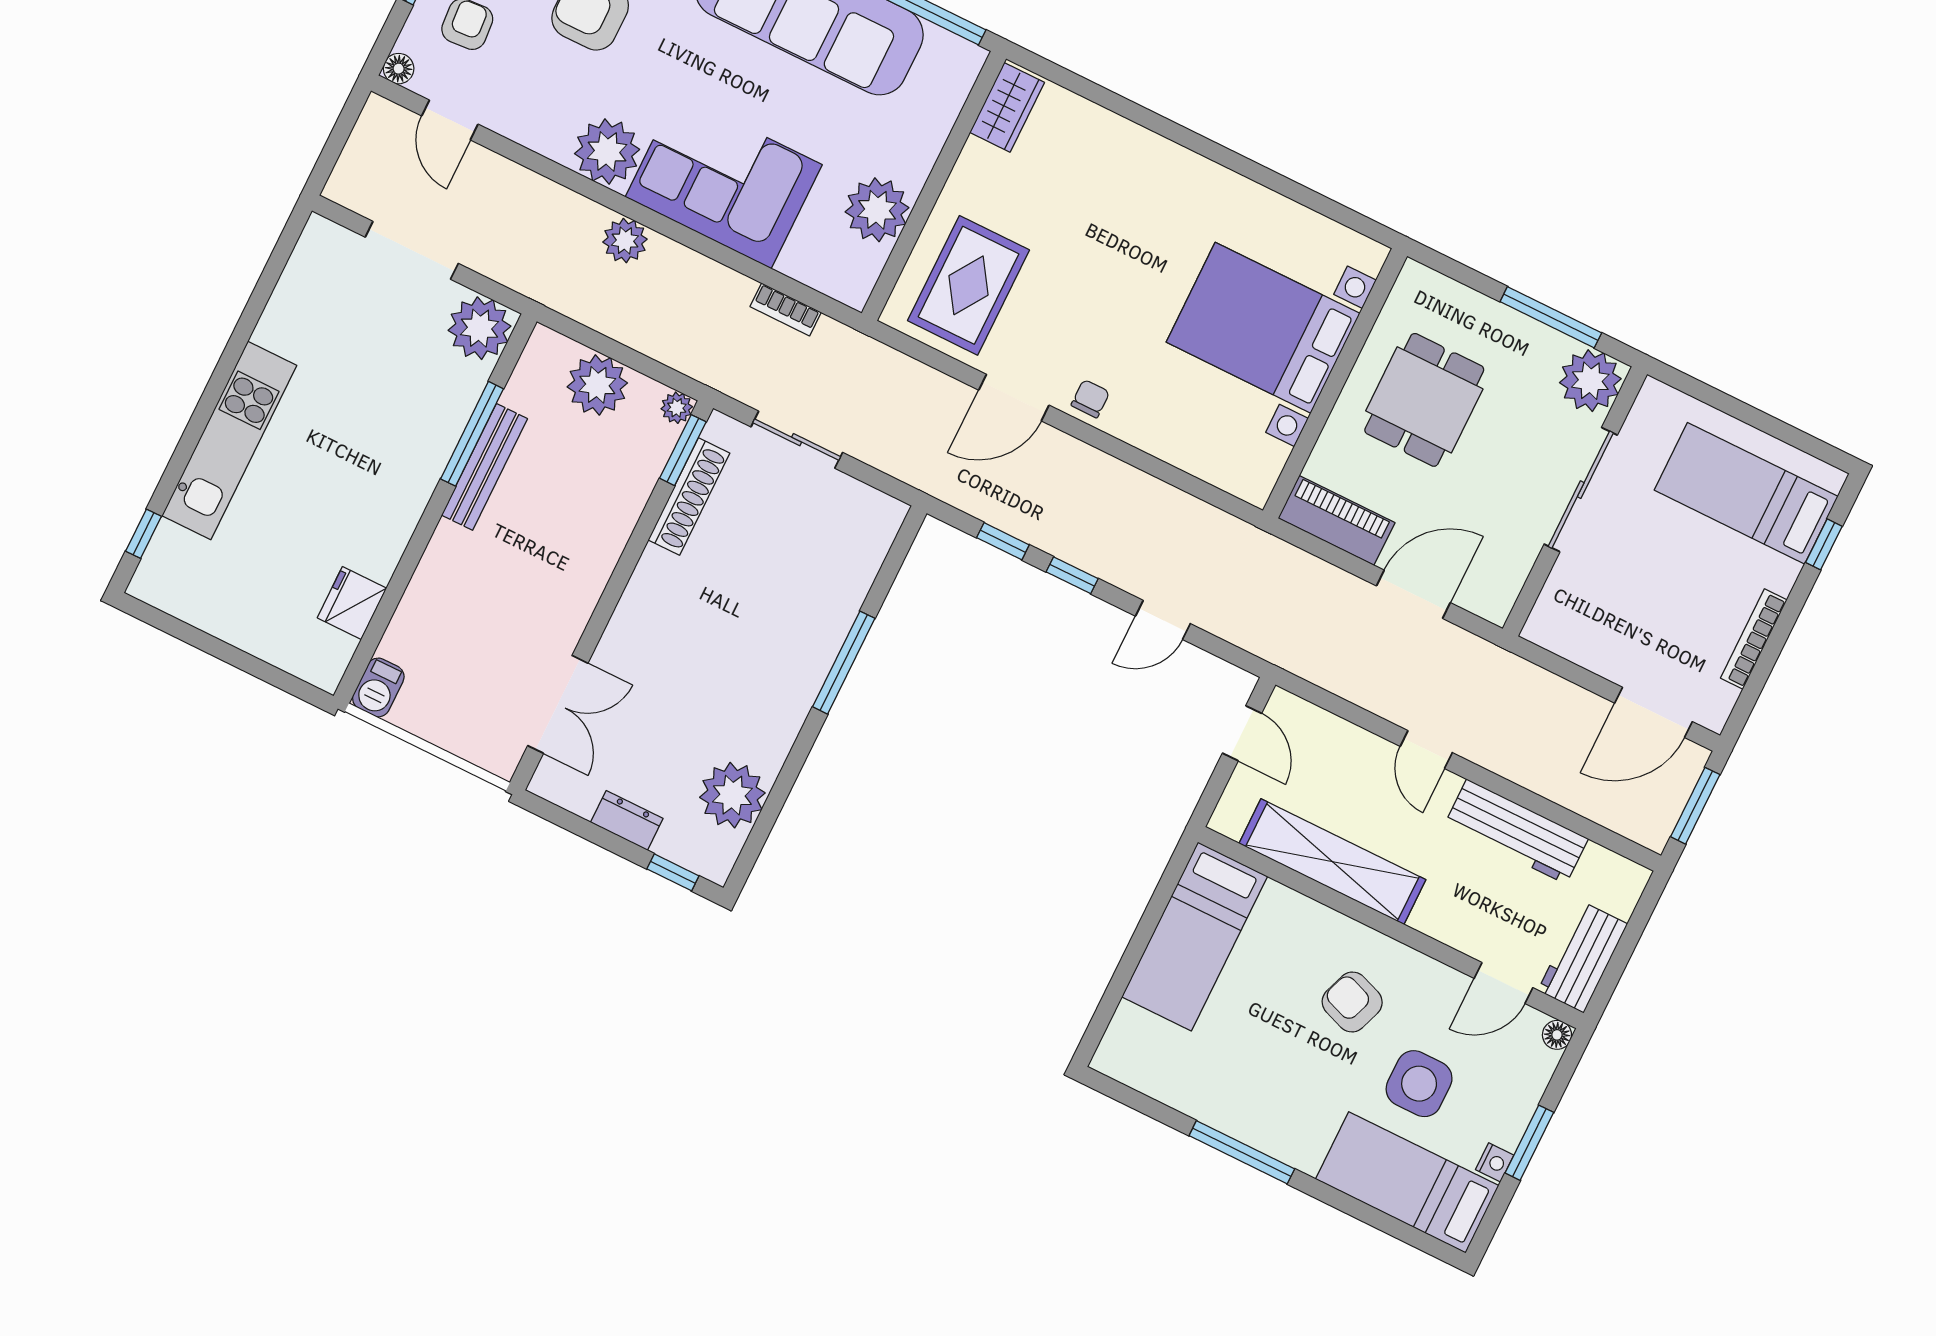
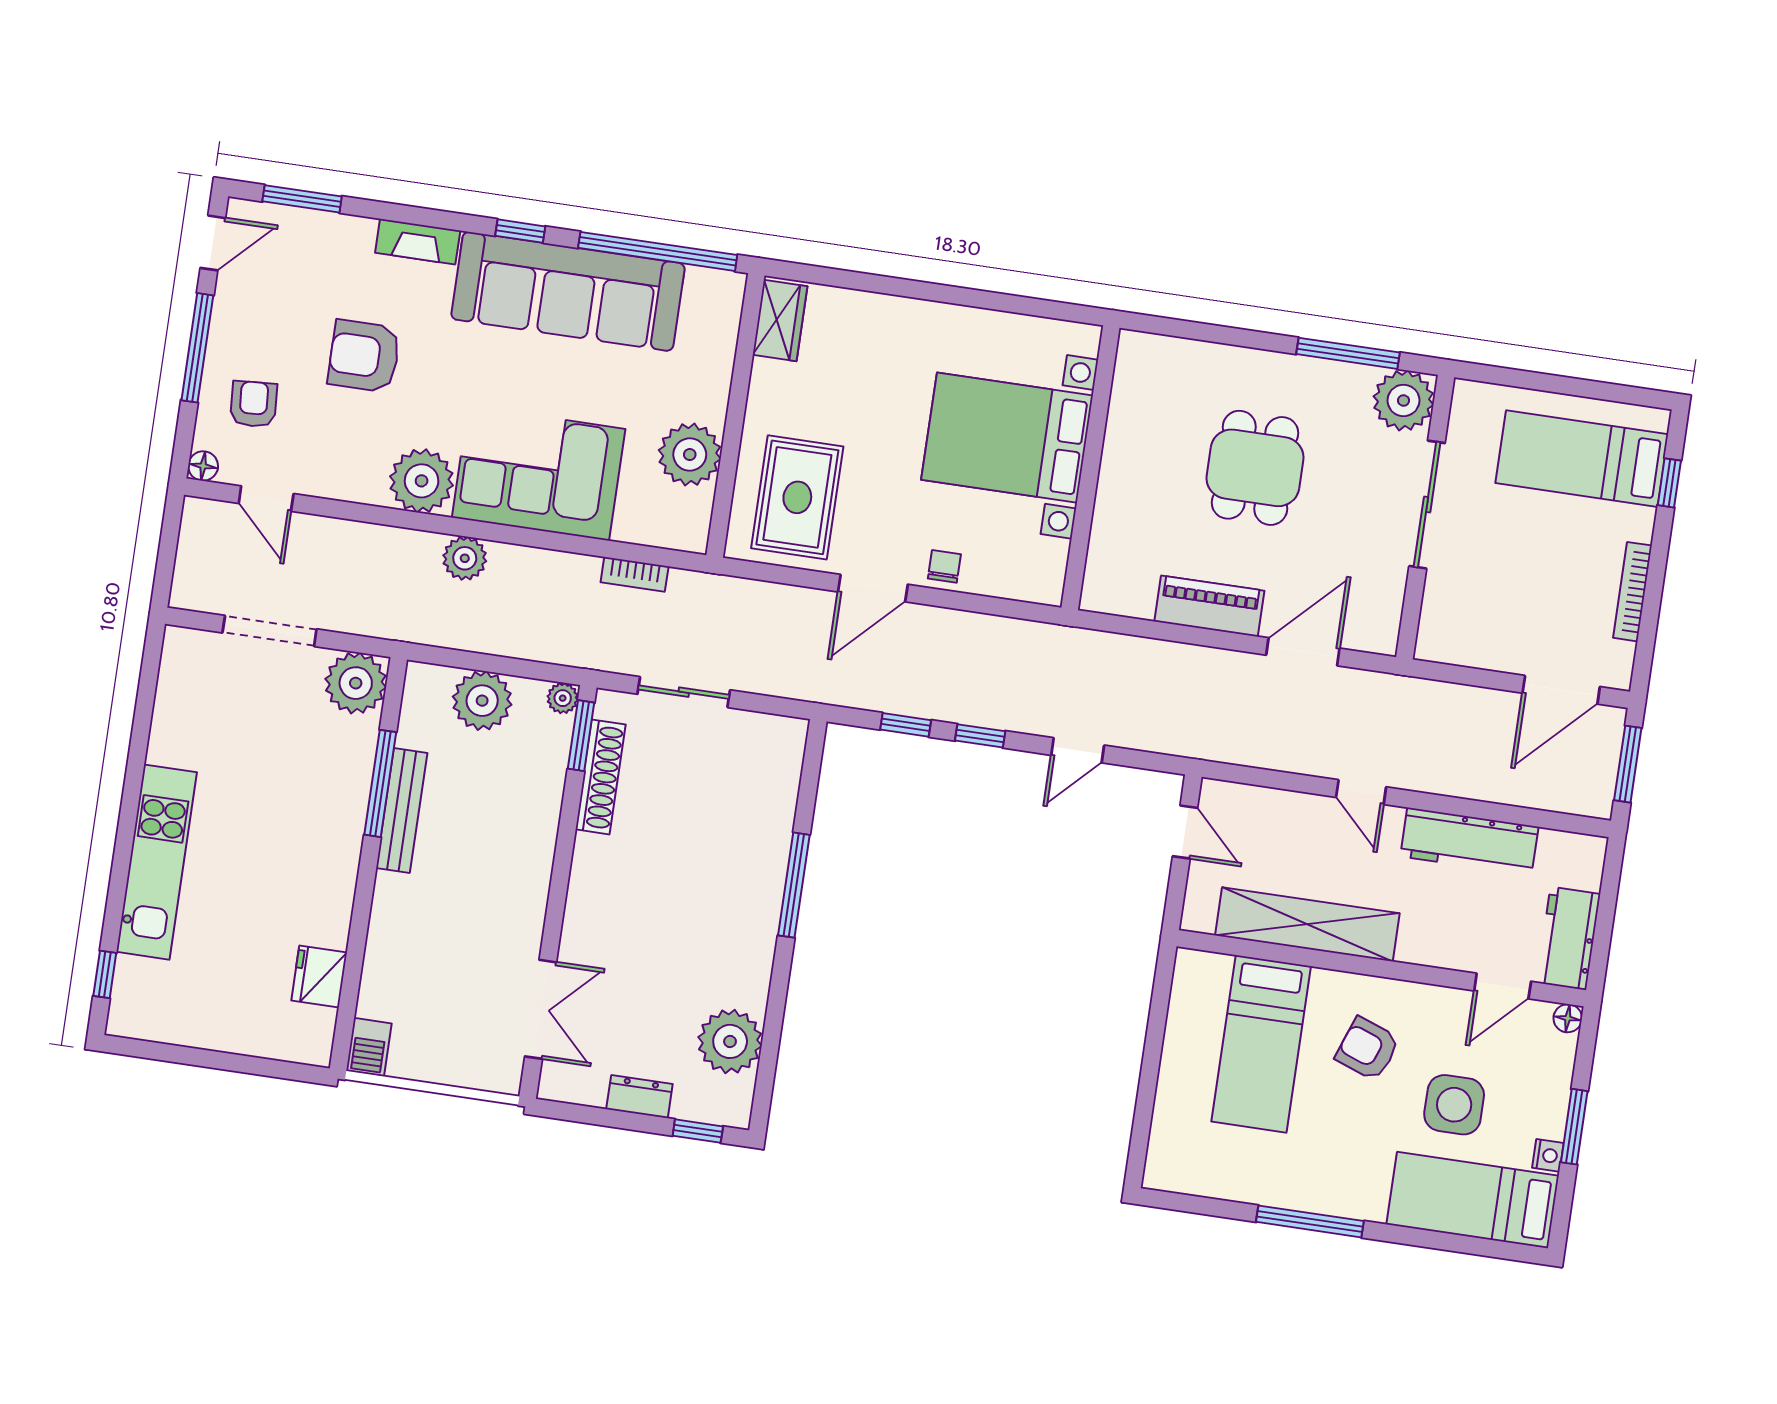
bed with nightstands: (1263, 328) -> (1007, 438), moved
wall: (1335, 383) -> (1090, 468), moved
bed: (1195, 937) -> (1261, 1044), moved

